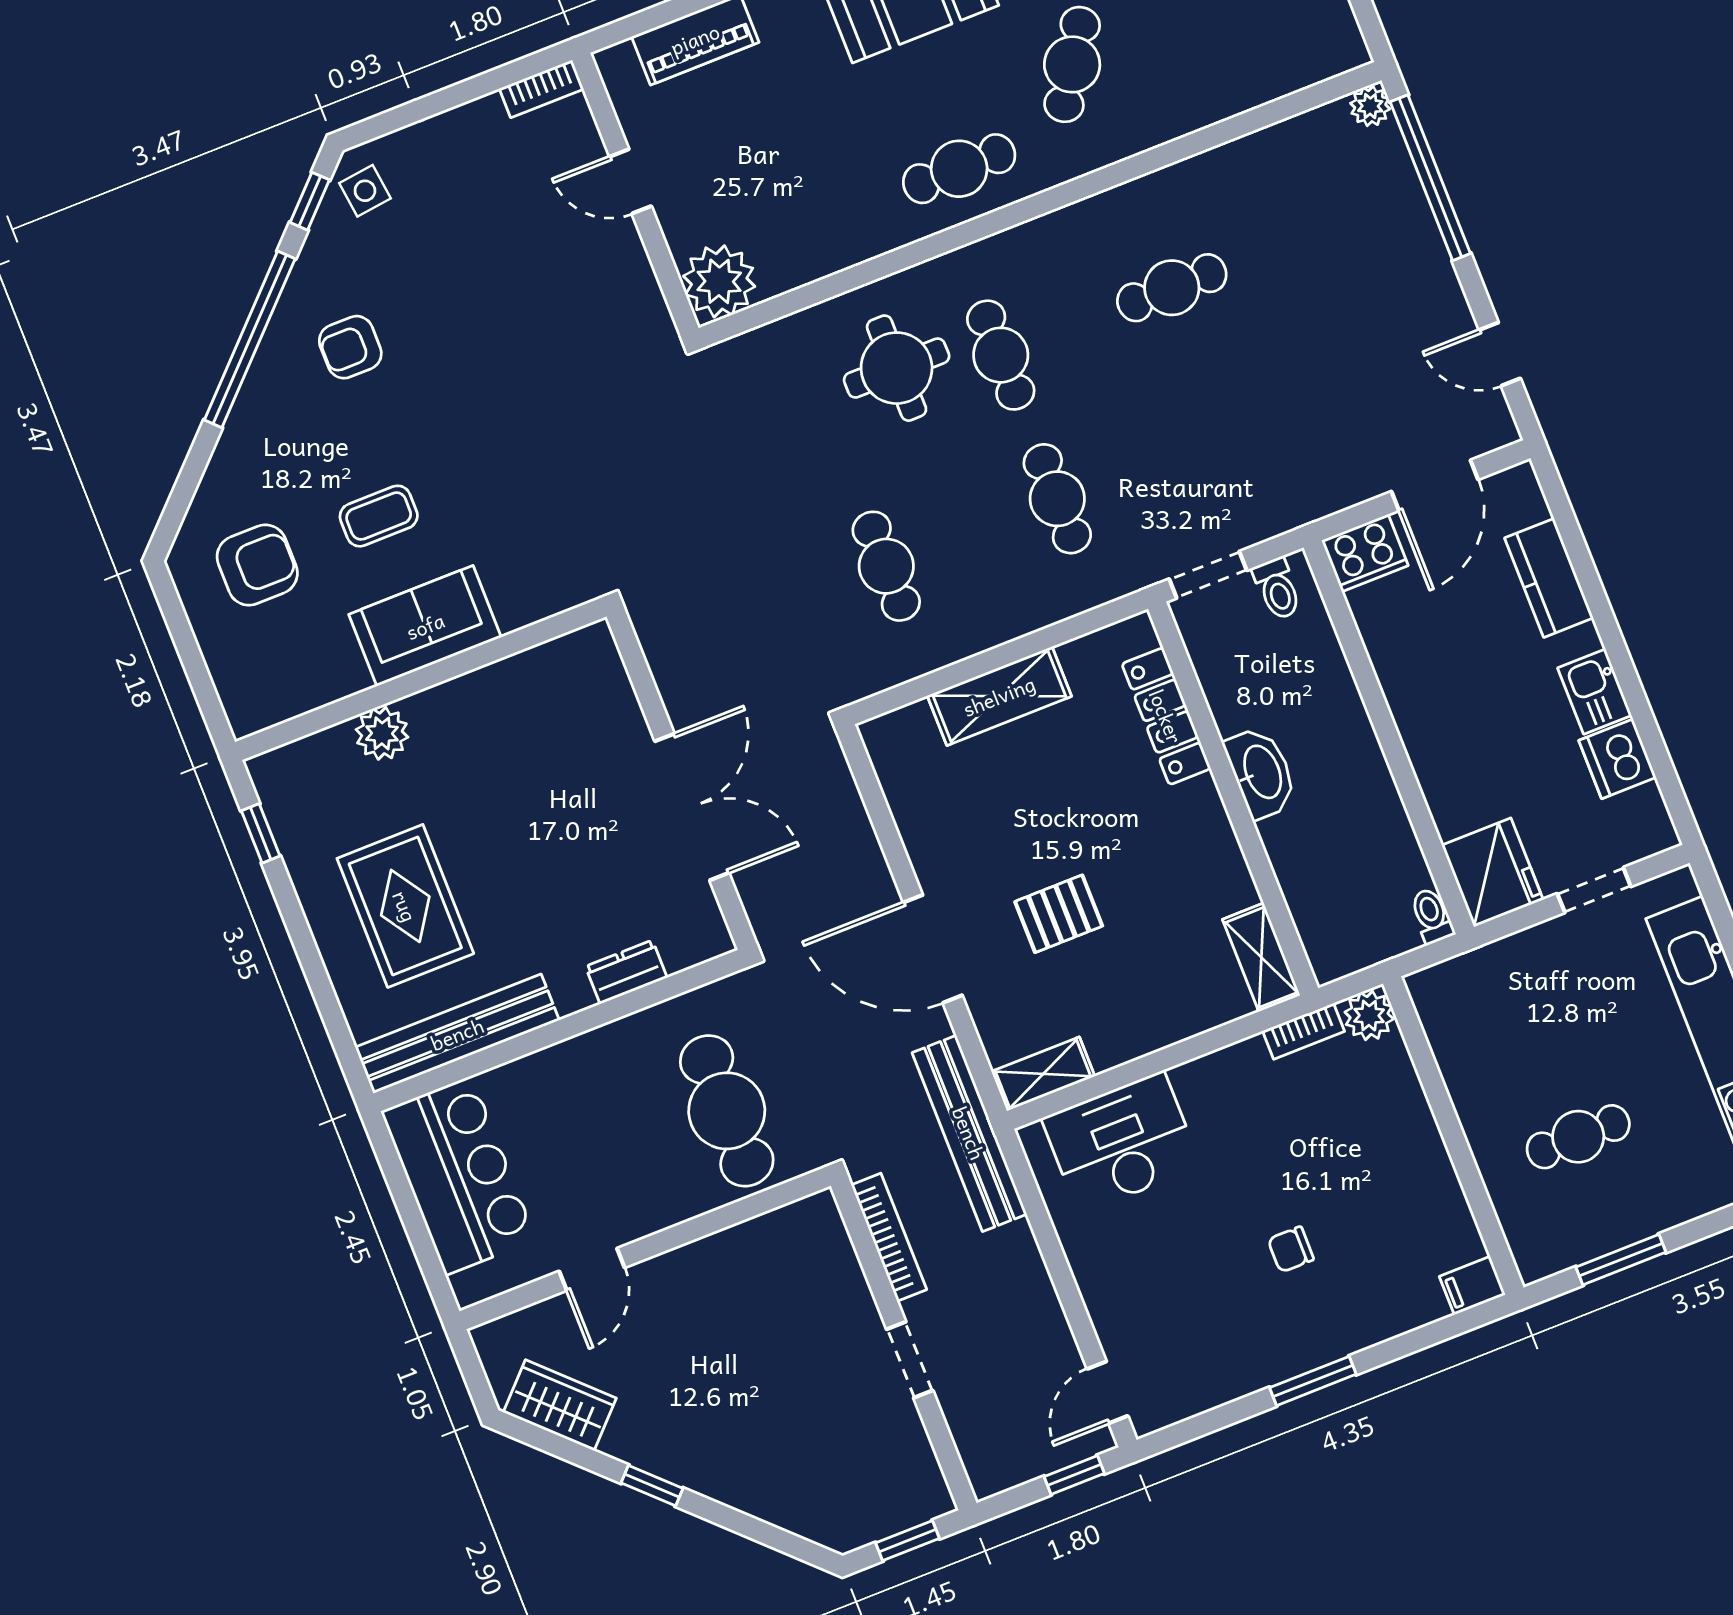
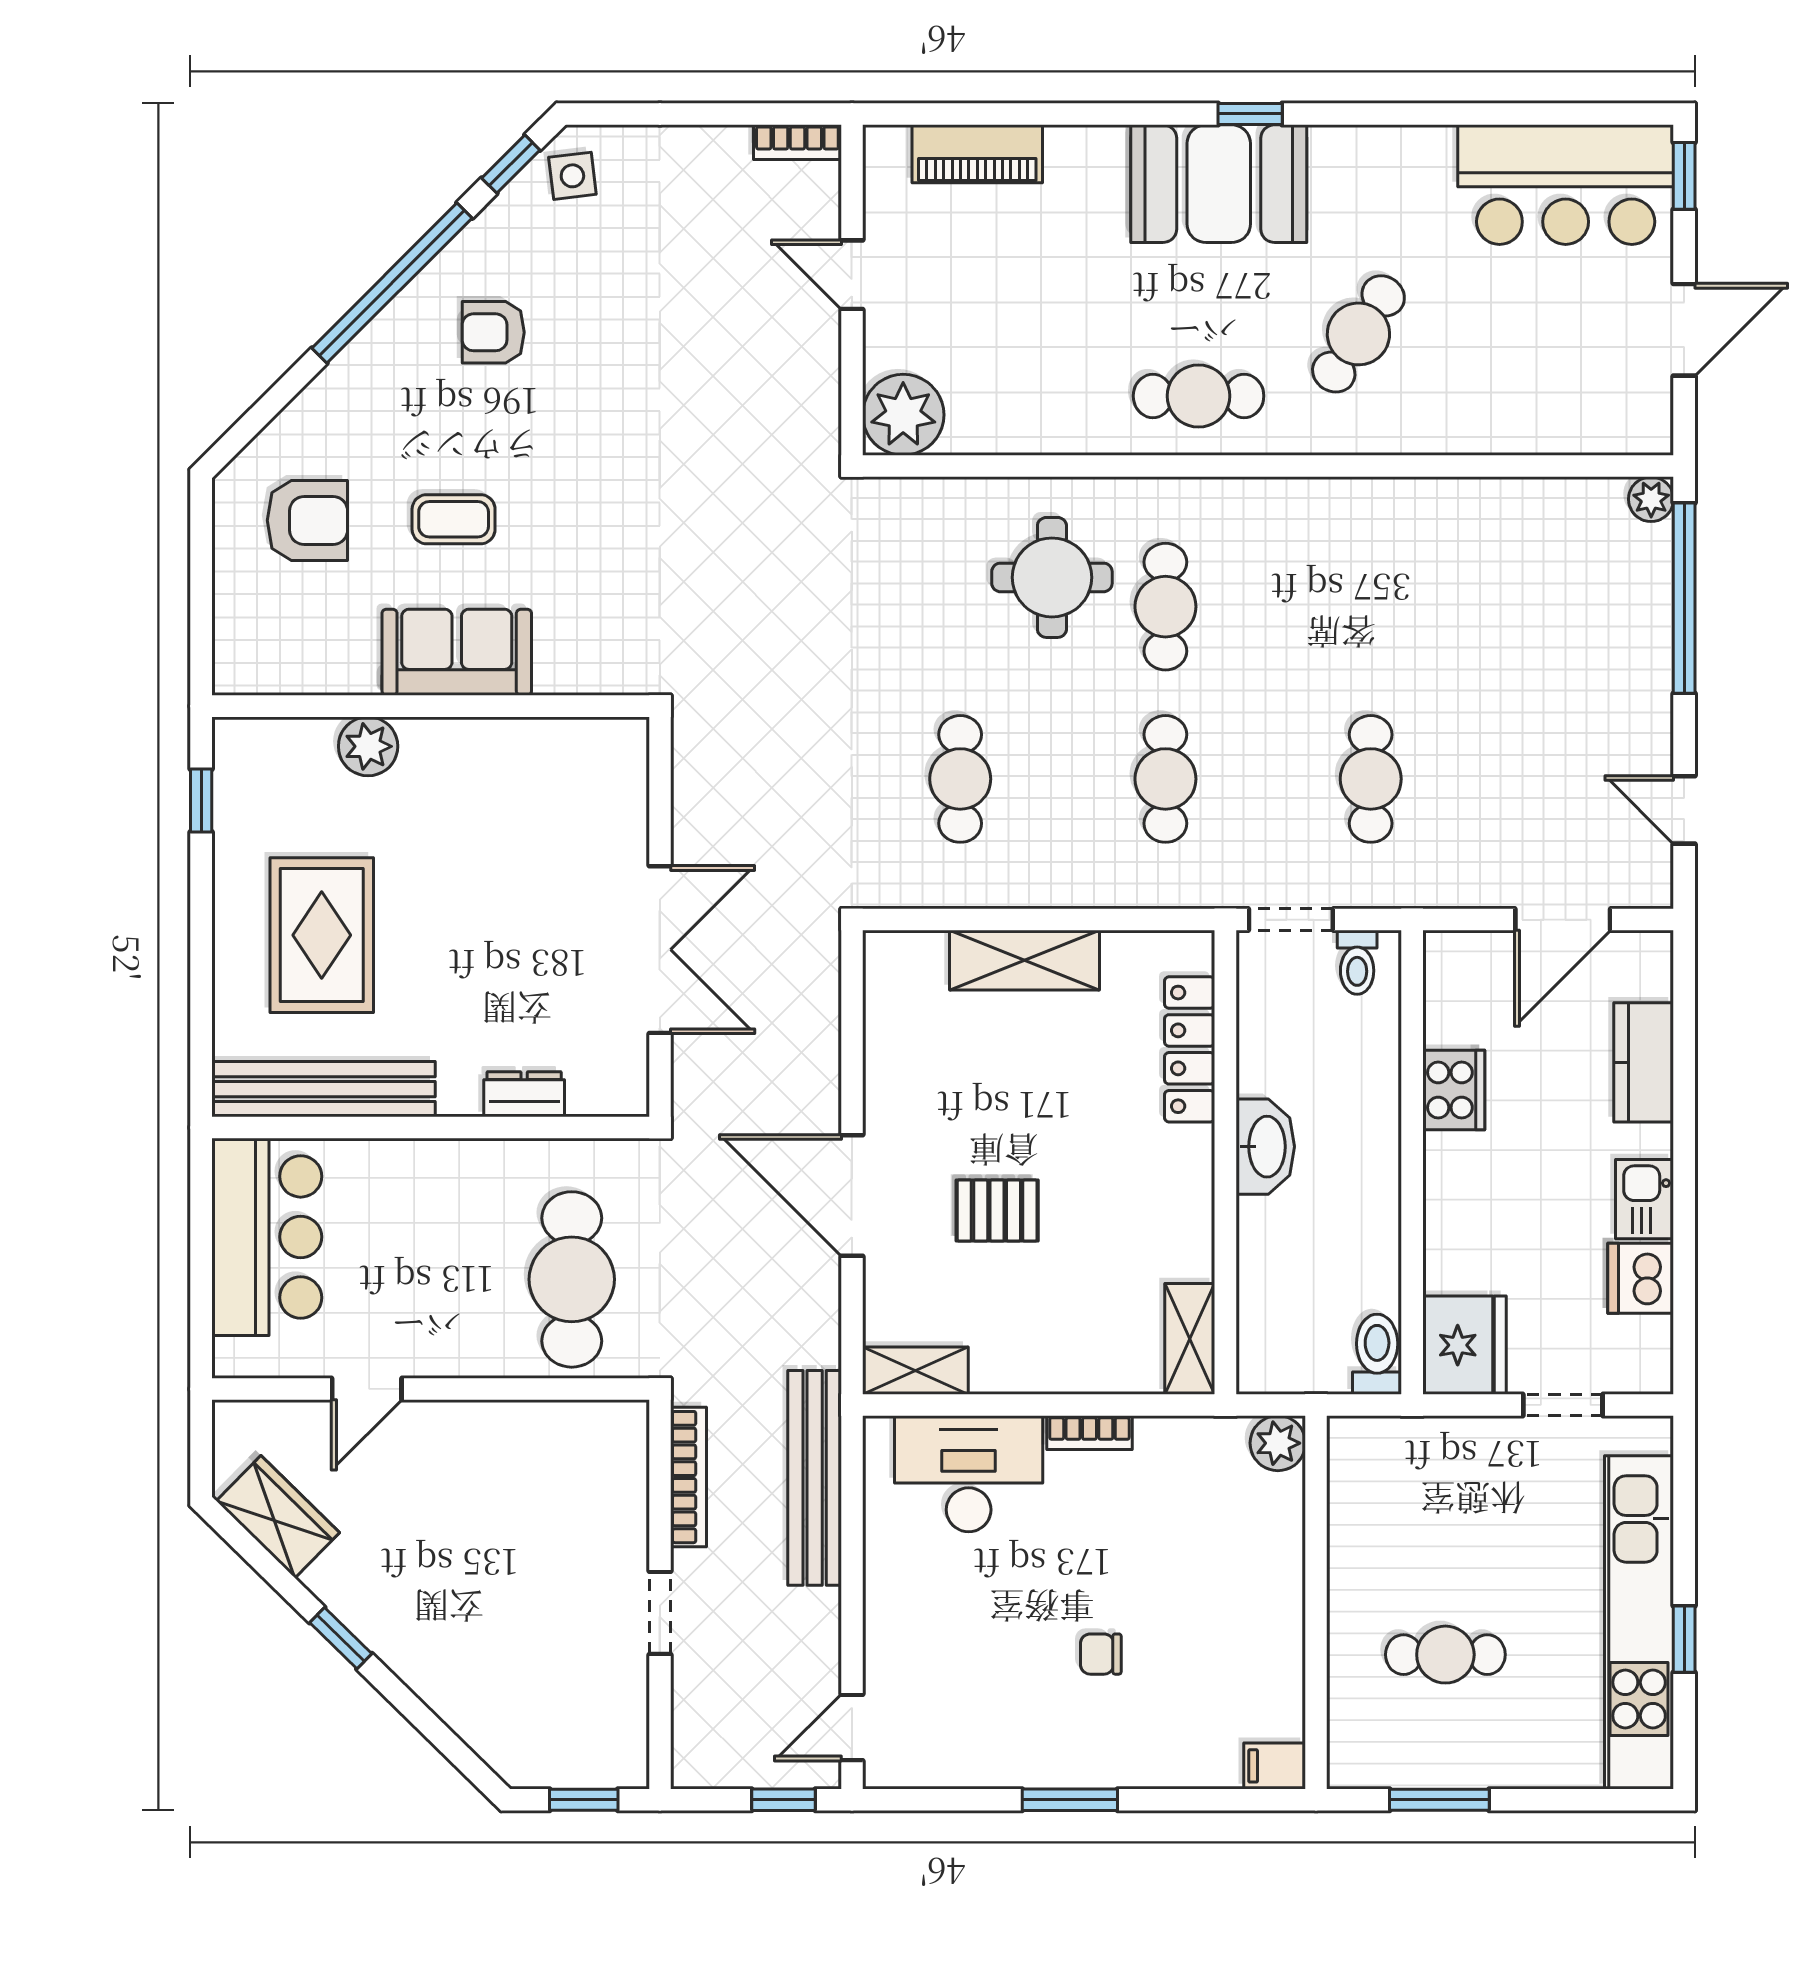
cafe table: (1172, 288) -> (1371, 779), moved, turned 90
cooker: (1365, 553) -> (1454, 1090), moved, turned -90
toilet: (1432, 916) -> (1377, 1354), width x1.37, depth x1.39
bookcase: (1304, 1031) -> (1089, 1433), moved
bench: (969, 1133) -> (815, 1478), moved

